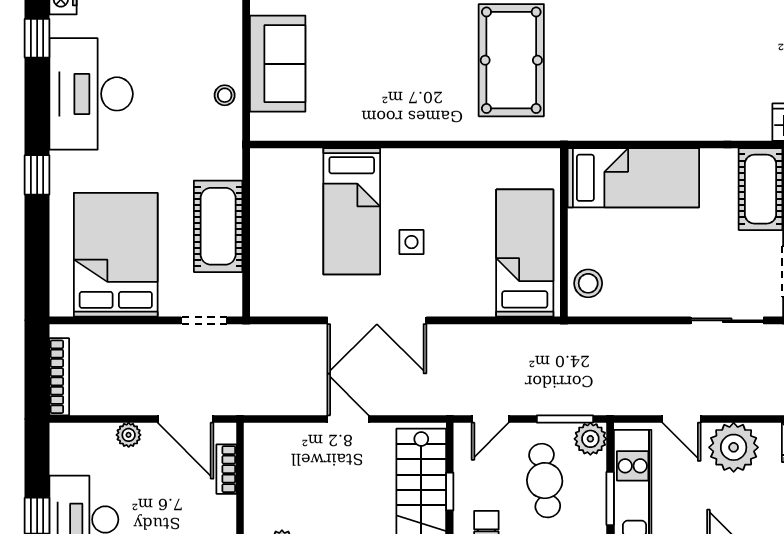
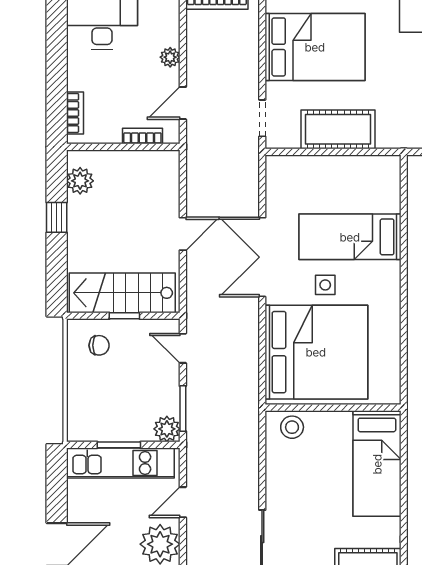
bed: (525, 253) -> (316, 352), width x2.04
door: (186, 419) -> (183, 103), width x0.73
cafe table: (545, 481) -> (133, 392), removed

